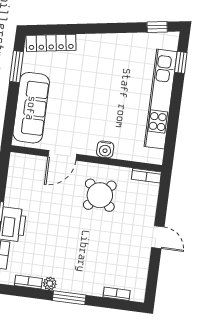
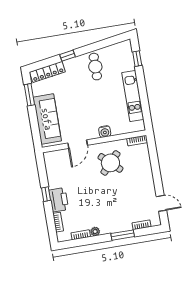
window: (157, 27) -> (68, 56), moved
cafe table: (120, 56) -> (95, 67), added
kitchen unit: (161, 99) -> (133, 96), width x0.73
door: (158, 237) -> (161, 203), moved
window: (69, 298) -> (123, 235), moved

